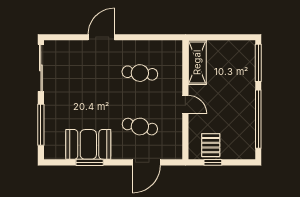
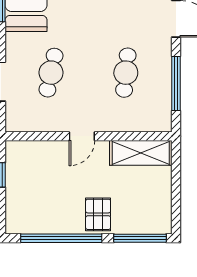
window: (148, 37) -> (176, 84), added
pallet: (211, 145) -> (98, 214), moved, turned 90

